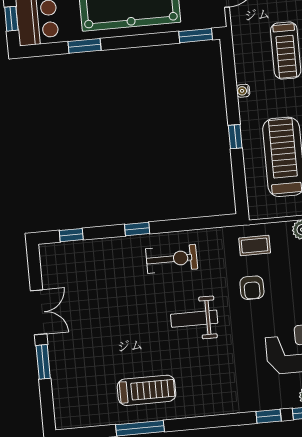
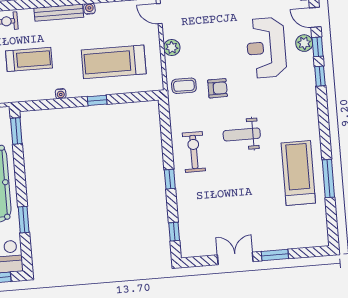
coffee table: (255, 245) -> (184, 86), turned 90
weight bench: (194, 319) -> (242, 134), turned 90
treadmill: (147, 390) -> (298, 173), width x1.37, depth x1.38

